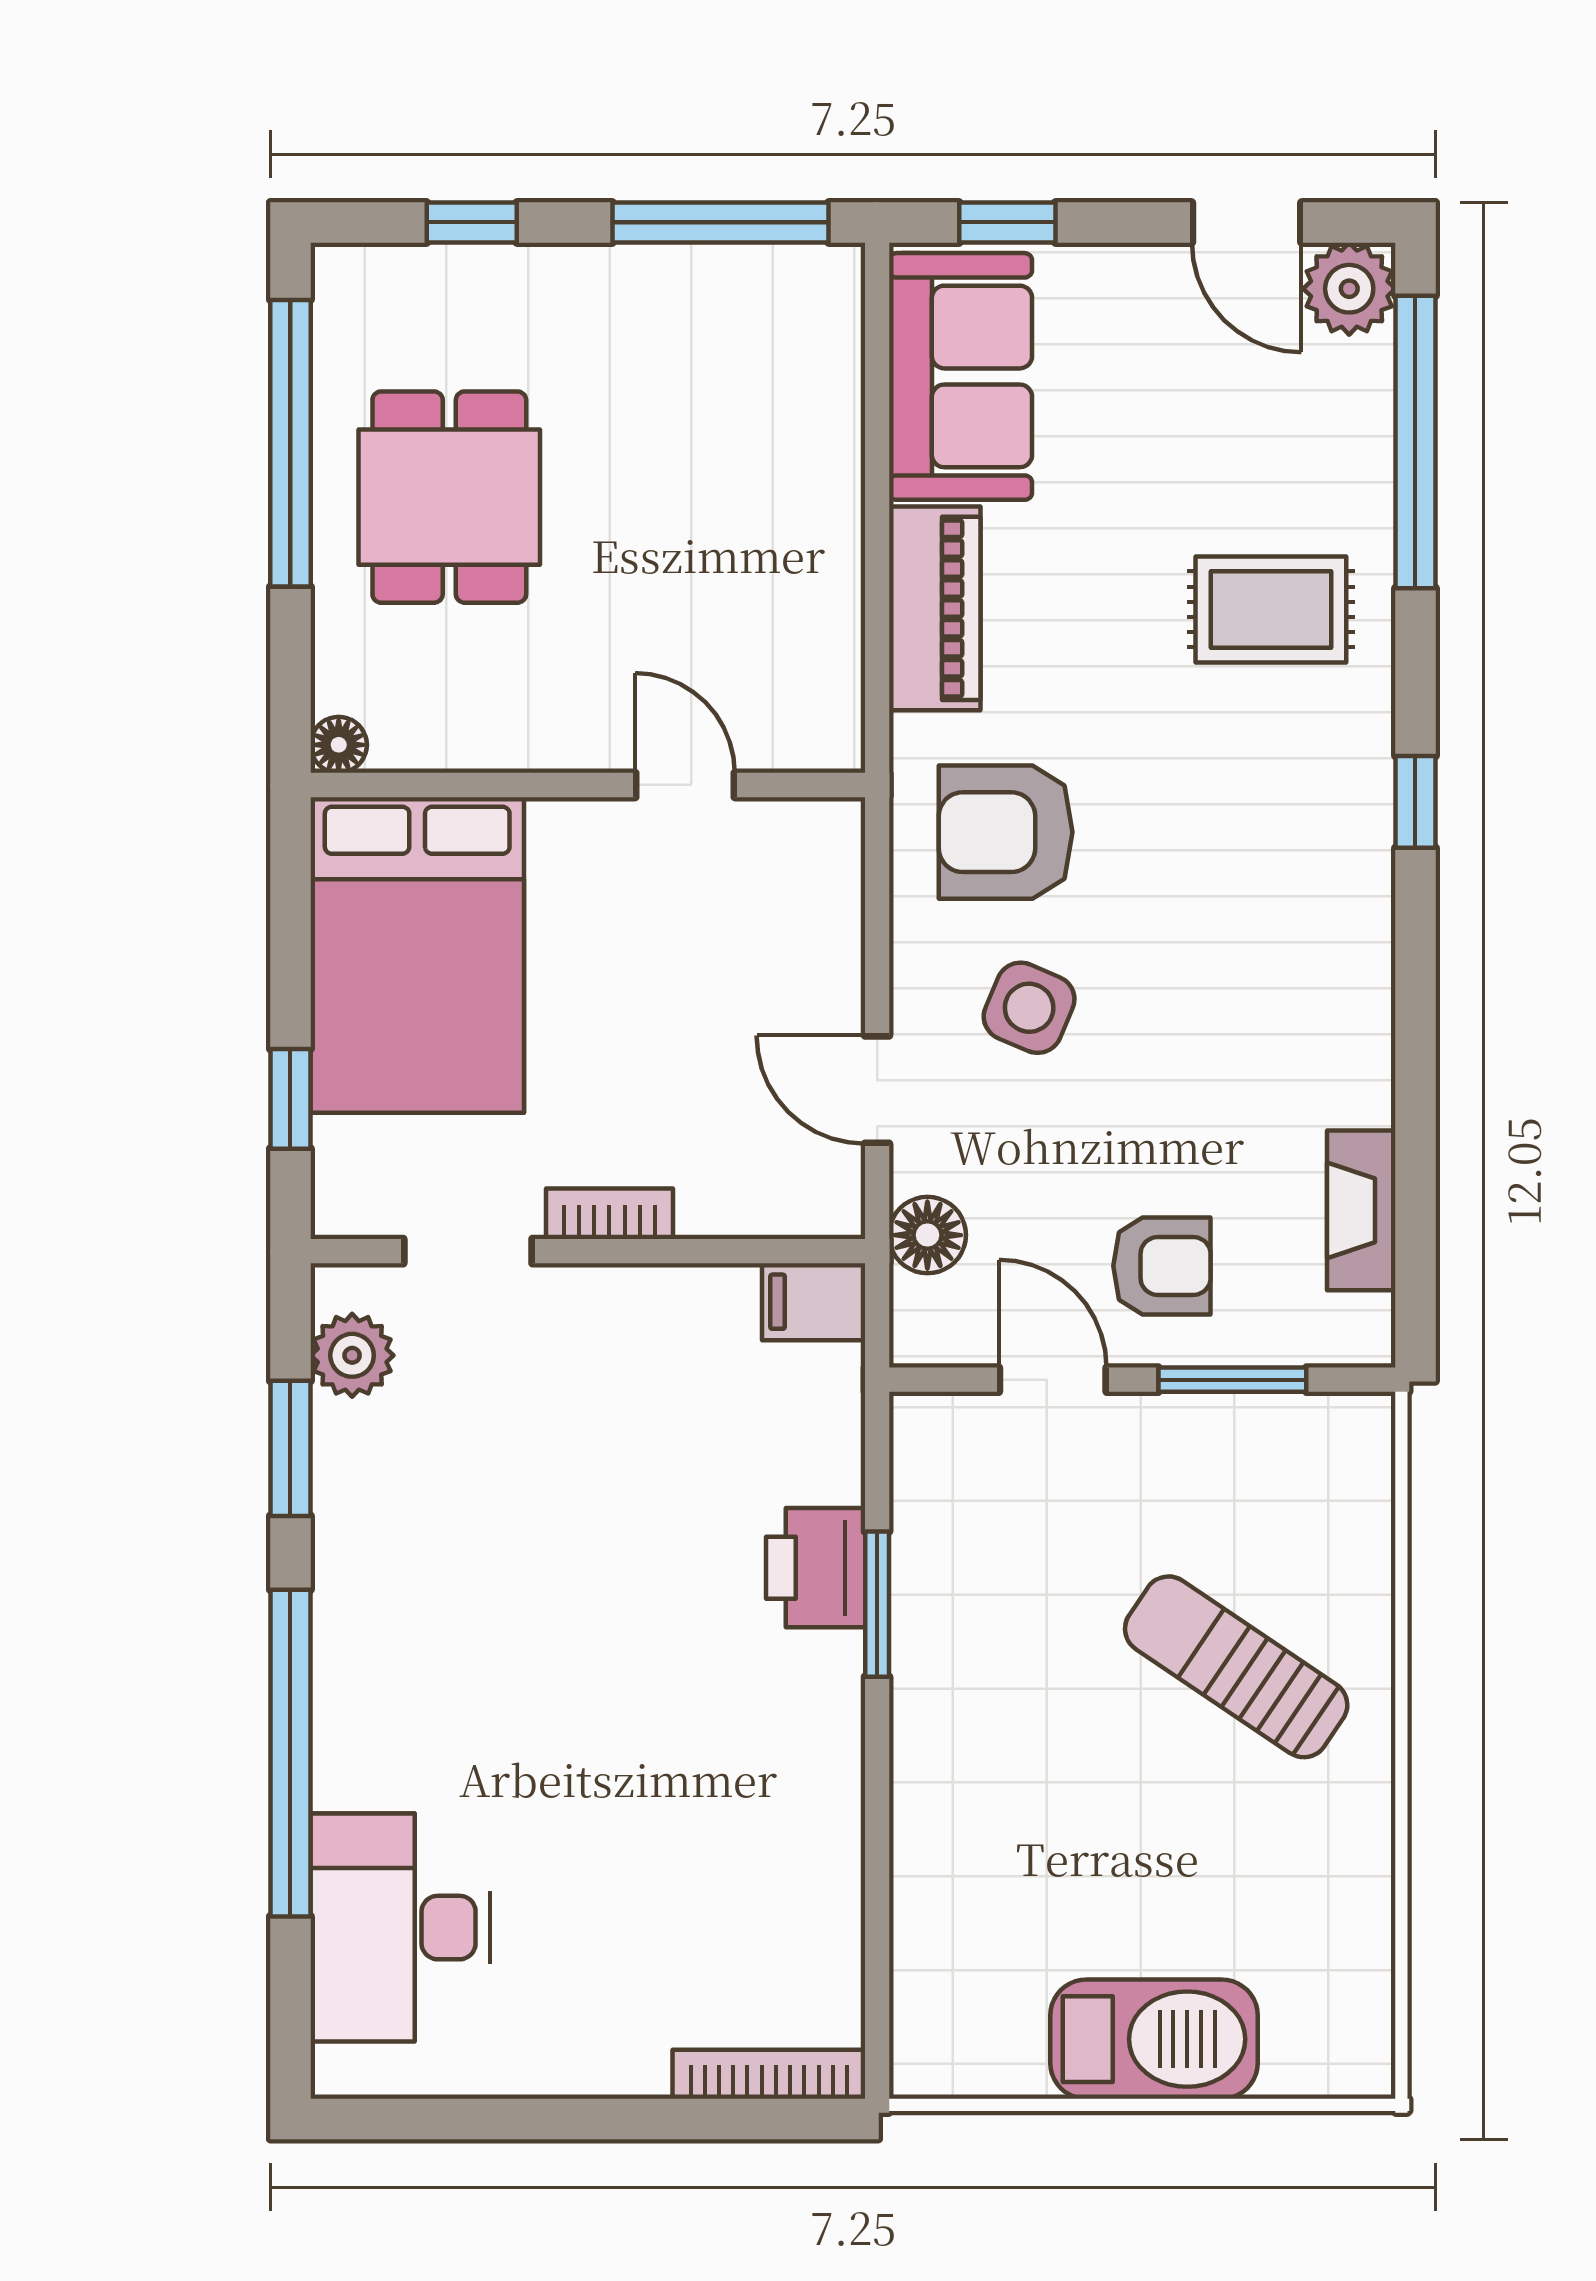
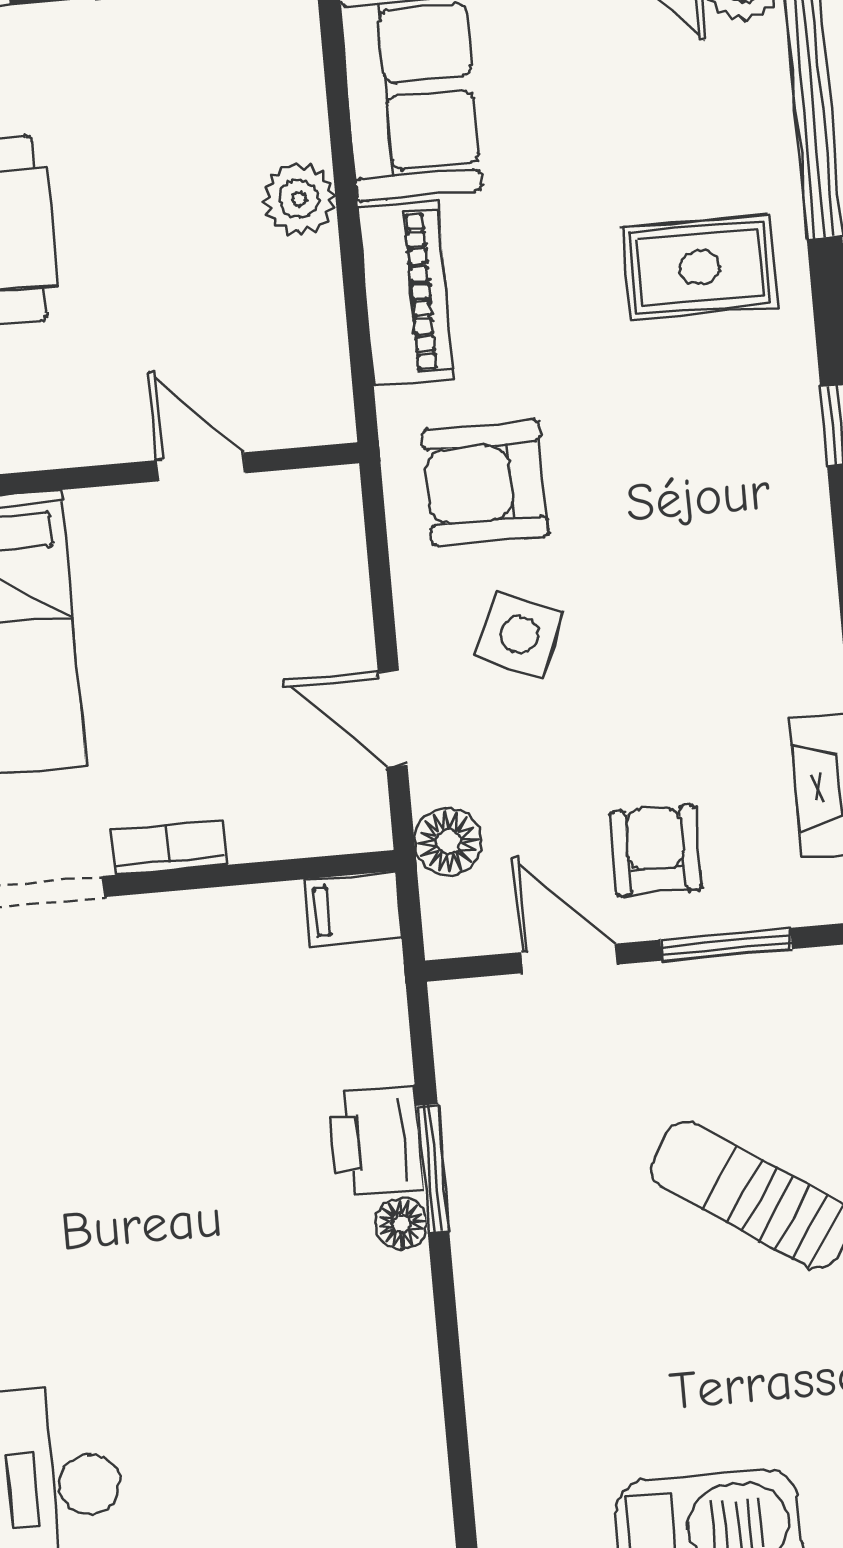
plant: (824, 491) -> (299, 199), added
armchair: (1162, 1266) -> (656, 850), turned -90
floor lamp: (836, 1663) -> (401, 1223), added

